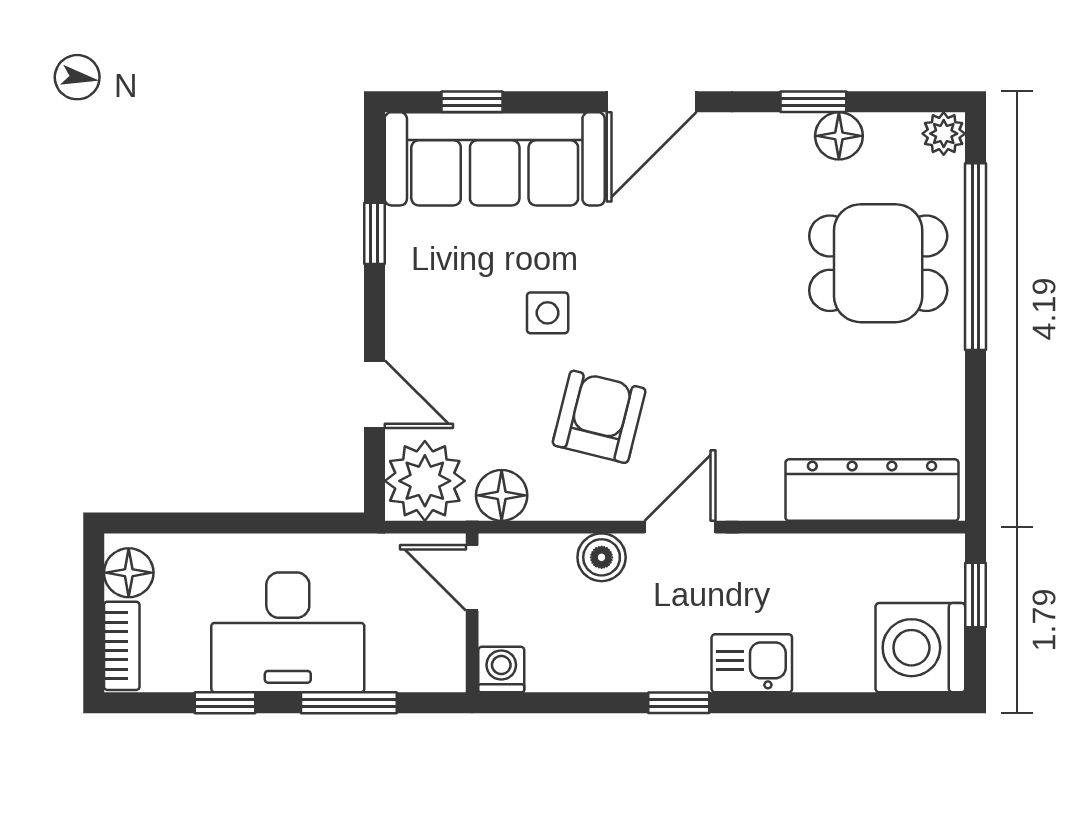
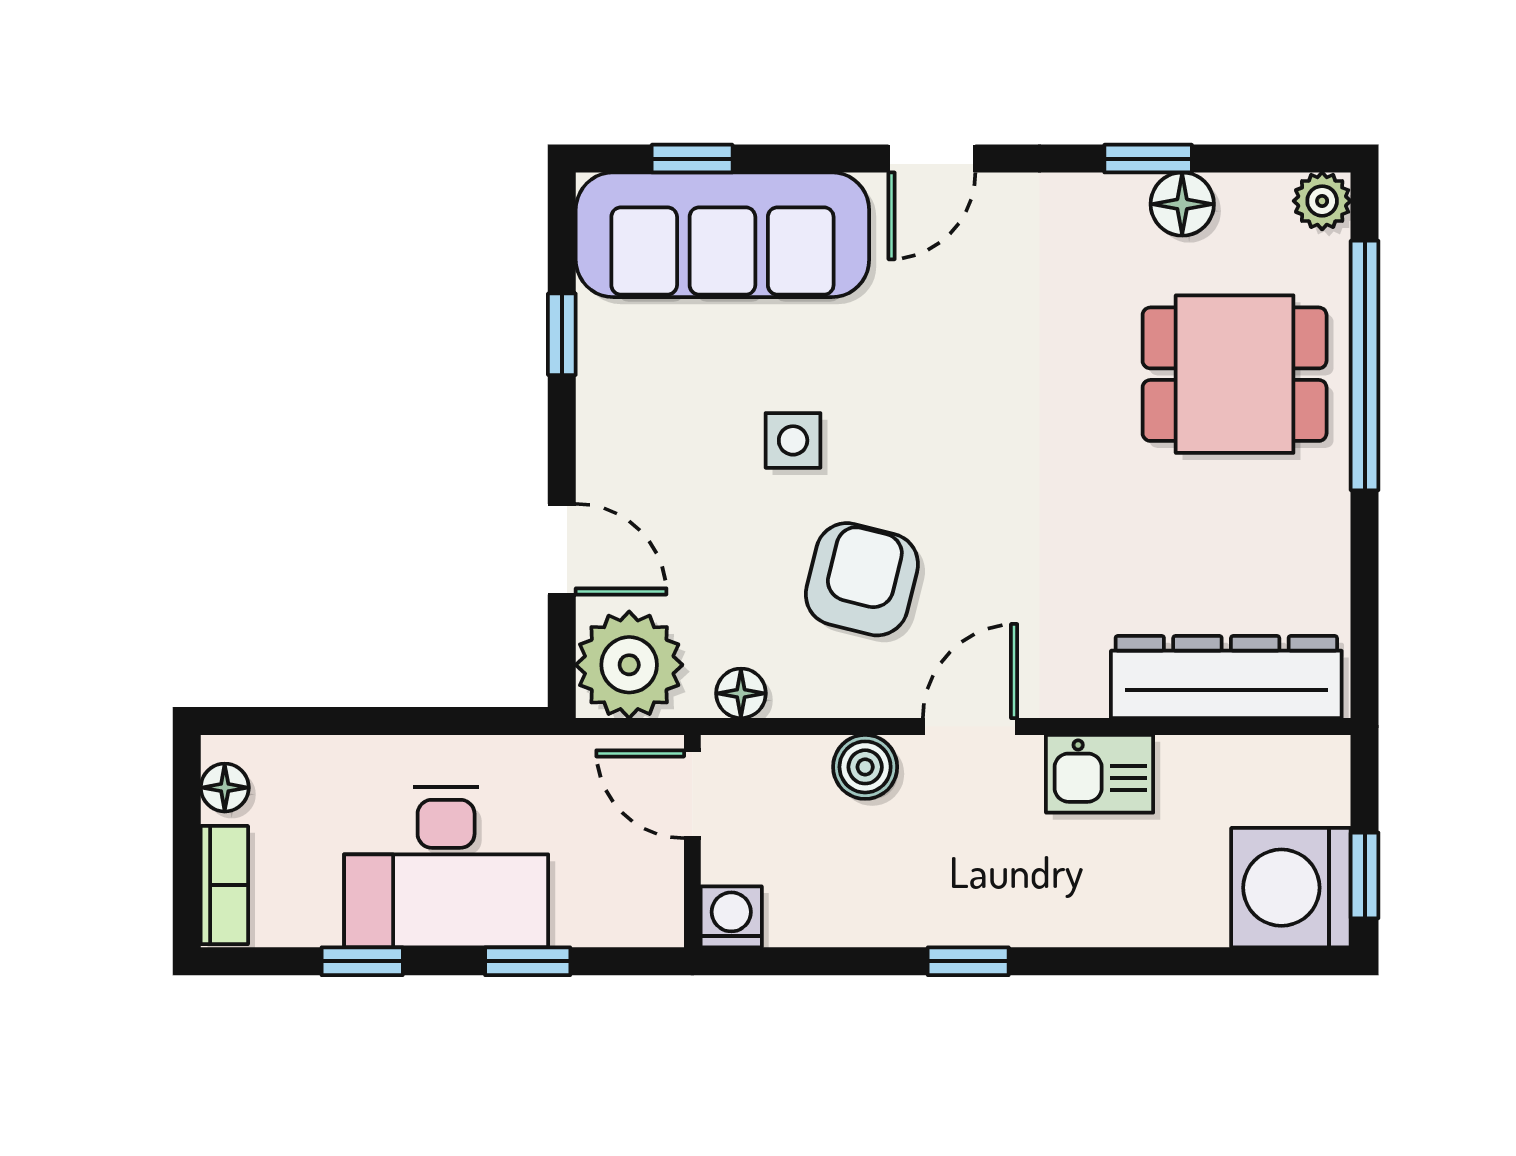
door: (652, 102) -> (932, 159), width x0.73
floor lamp: (502, 495) -> (741, 693), width x0.73, depth x0.73
floor lamp: (129, 573) -> (225, 788), width x0.73, depth x0.73
window: (975, 595) -> (1365, 875), moved
kitchen sink: (752, 663) -> (1100, 774), moved, turned 180
window: (349, 703) -> (528, 961), width x0.67

